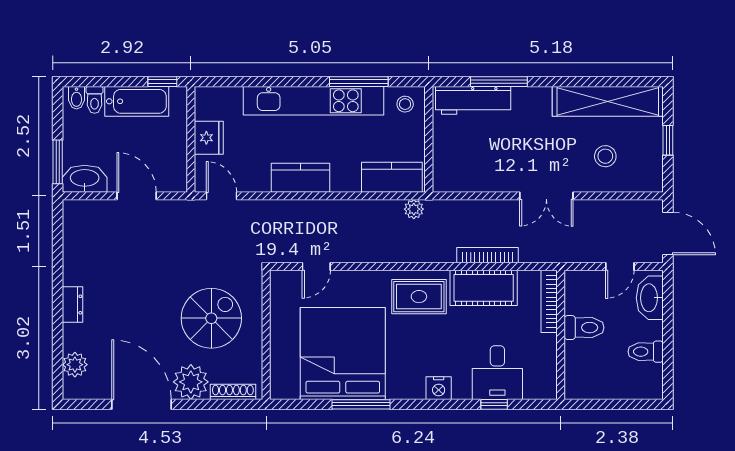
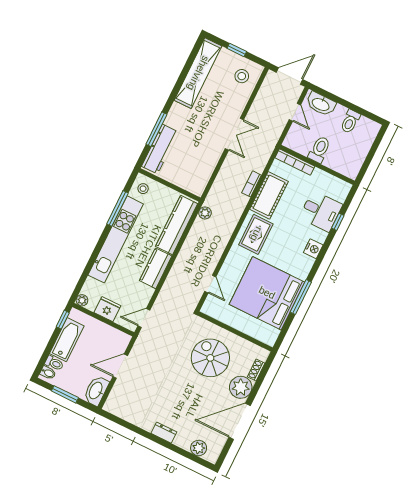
plant: (203, 95) -> (82, 300), added
stool: (605, 156) -> (242, 76), moved
window: (58, 162) -> (65, 394), moved
kitchen counter: (392, 177) -> (177, 225), width x1.50
bookcase: (488, 255) -> (252, 184), width x0.64
shoe rack: (233, 392) -> (256, 370), width x0.70

